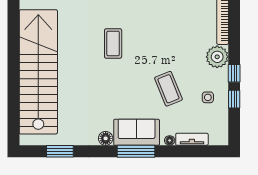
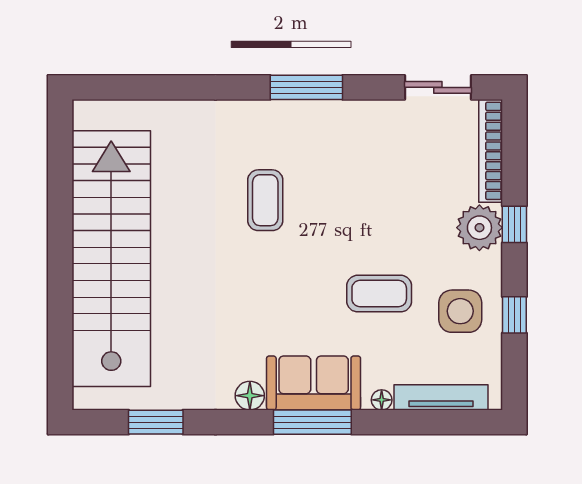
window: (234, 73) -> (514, 224), moved
coffee table: (168, 89) -> (379, 294), turned -68
side table: (208, 97) -> (460, 311), width x1.87, depth x1.87
tv unit: (192, 139) -> (441, 397), width x1.41

